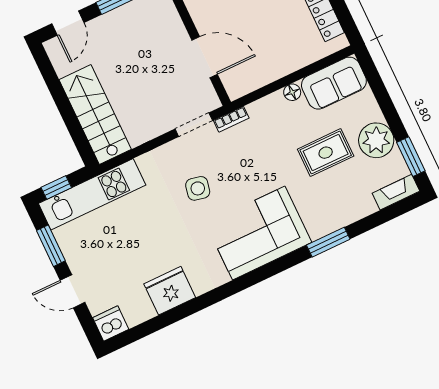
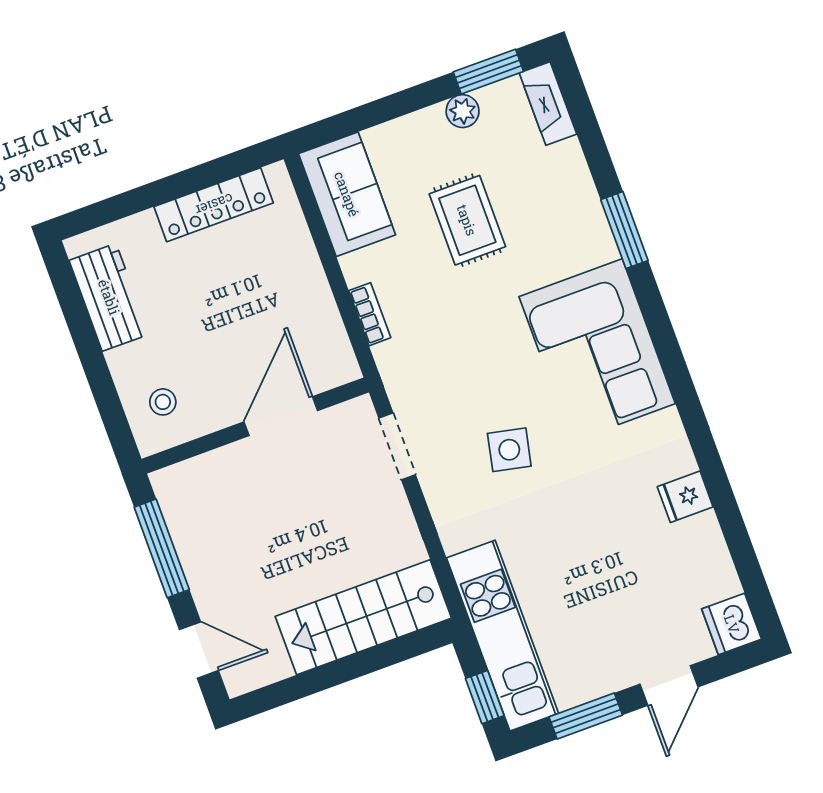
floor lamp: (292, 92) -> (356, 269), removed
bookcase: (231, 119) -> (370, 314), moved
plant: (376, 140) -> (463, 111), width x0.53, depth x0.53
fridge: (170, 291) -> (685, 497), width x0.53, depth x0.75

